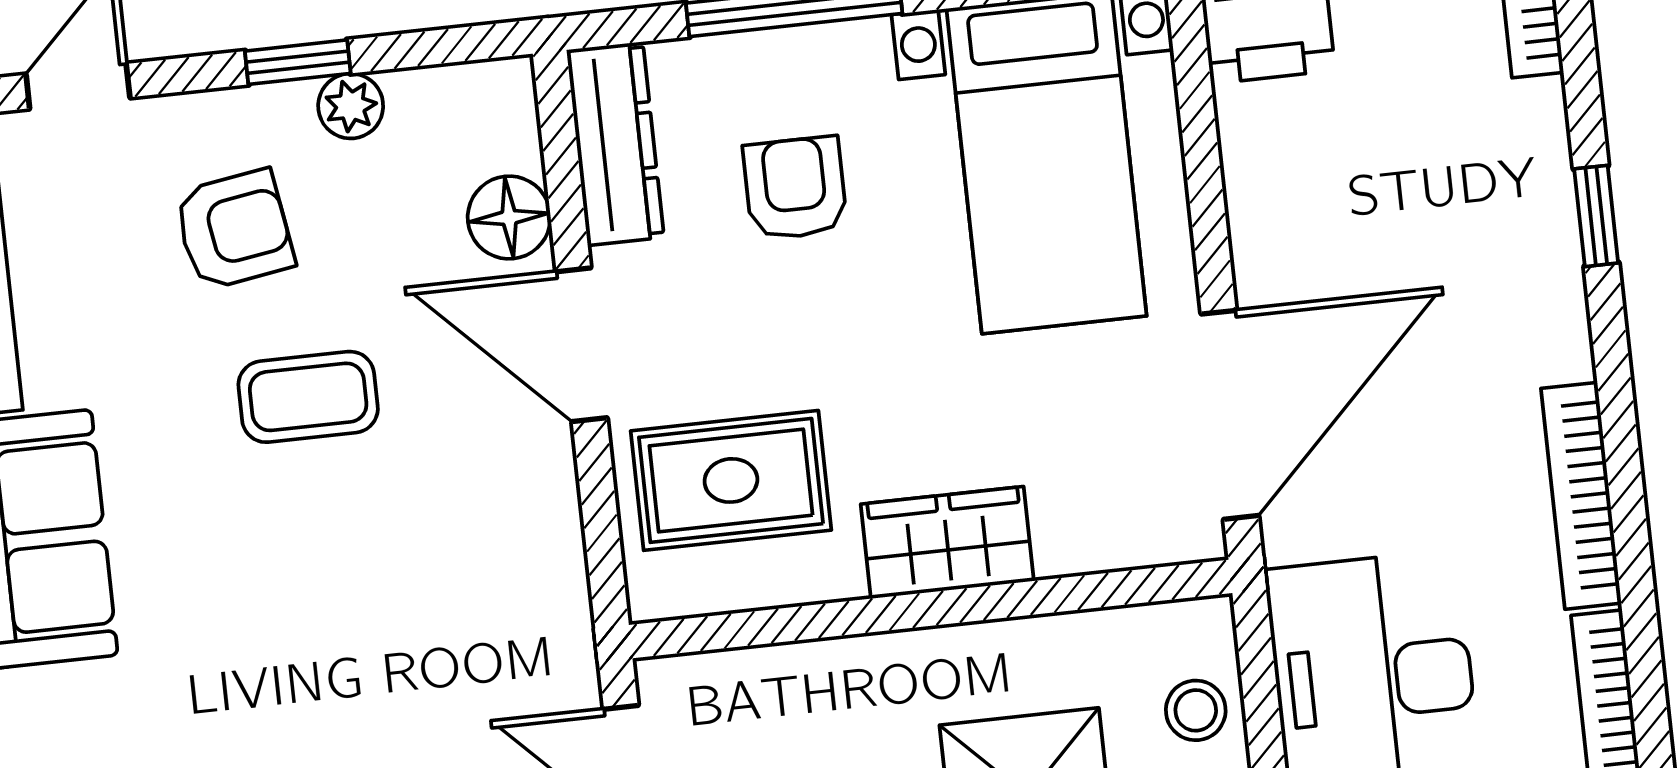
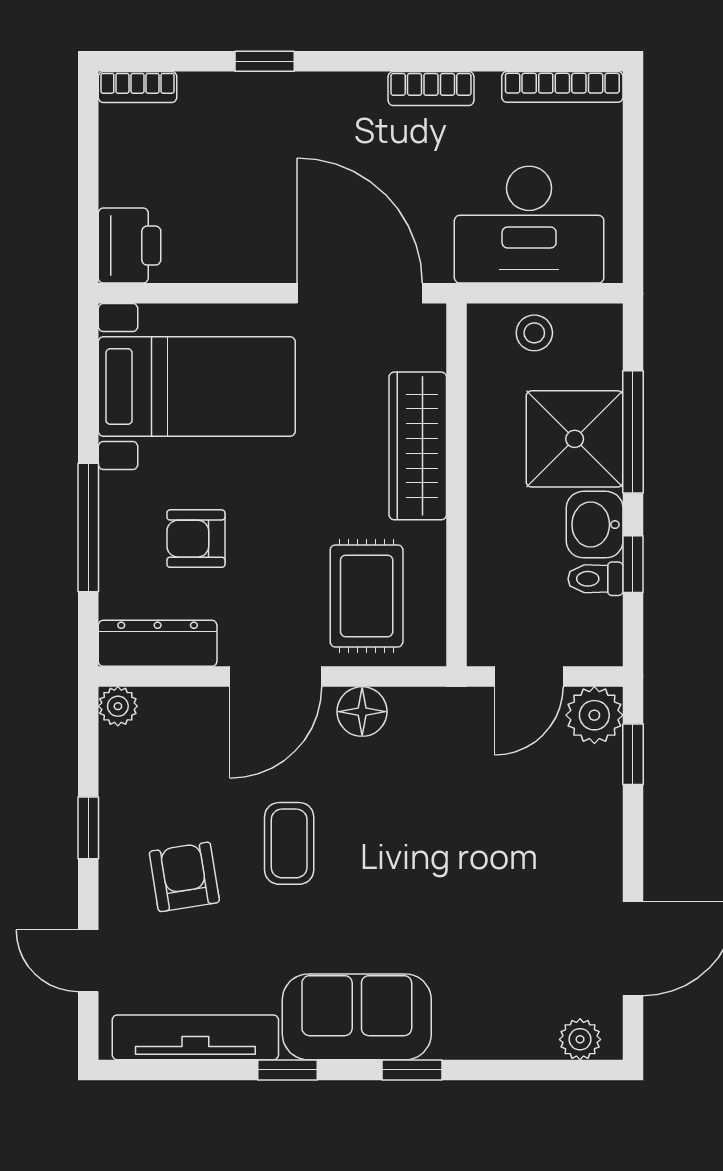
plant: (351, 106) -> (118, 706), moved
floor lamp: (509, 218) -> (362, 712), moved
bookcase: (1581, 496) -> (431, 88), width x0.64
wardrobe: (947, 543) -> (418, 446), width x1.50

